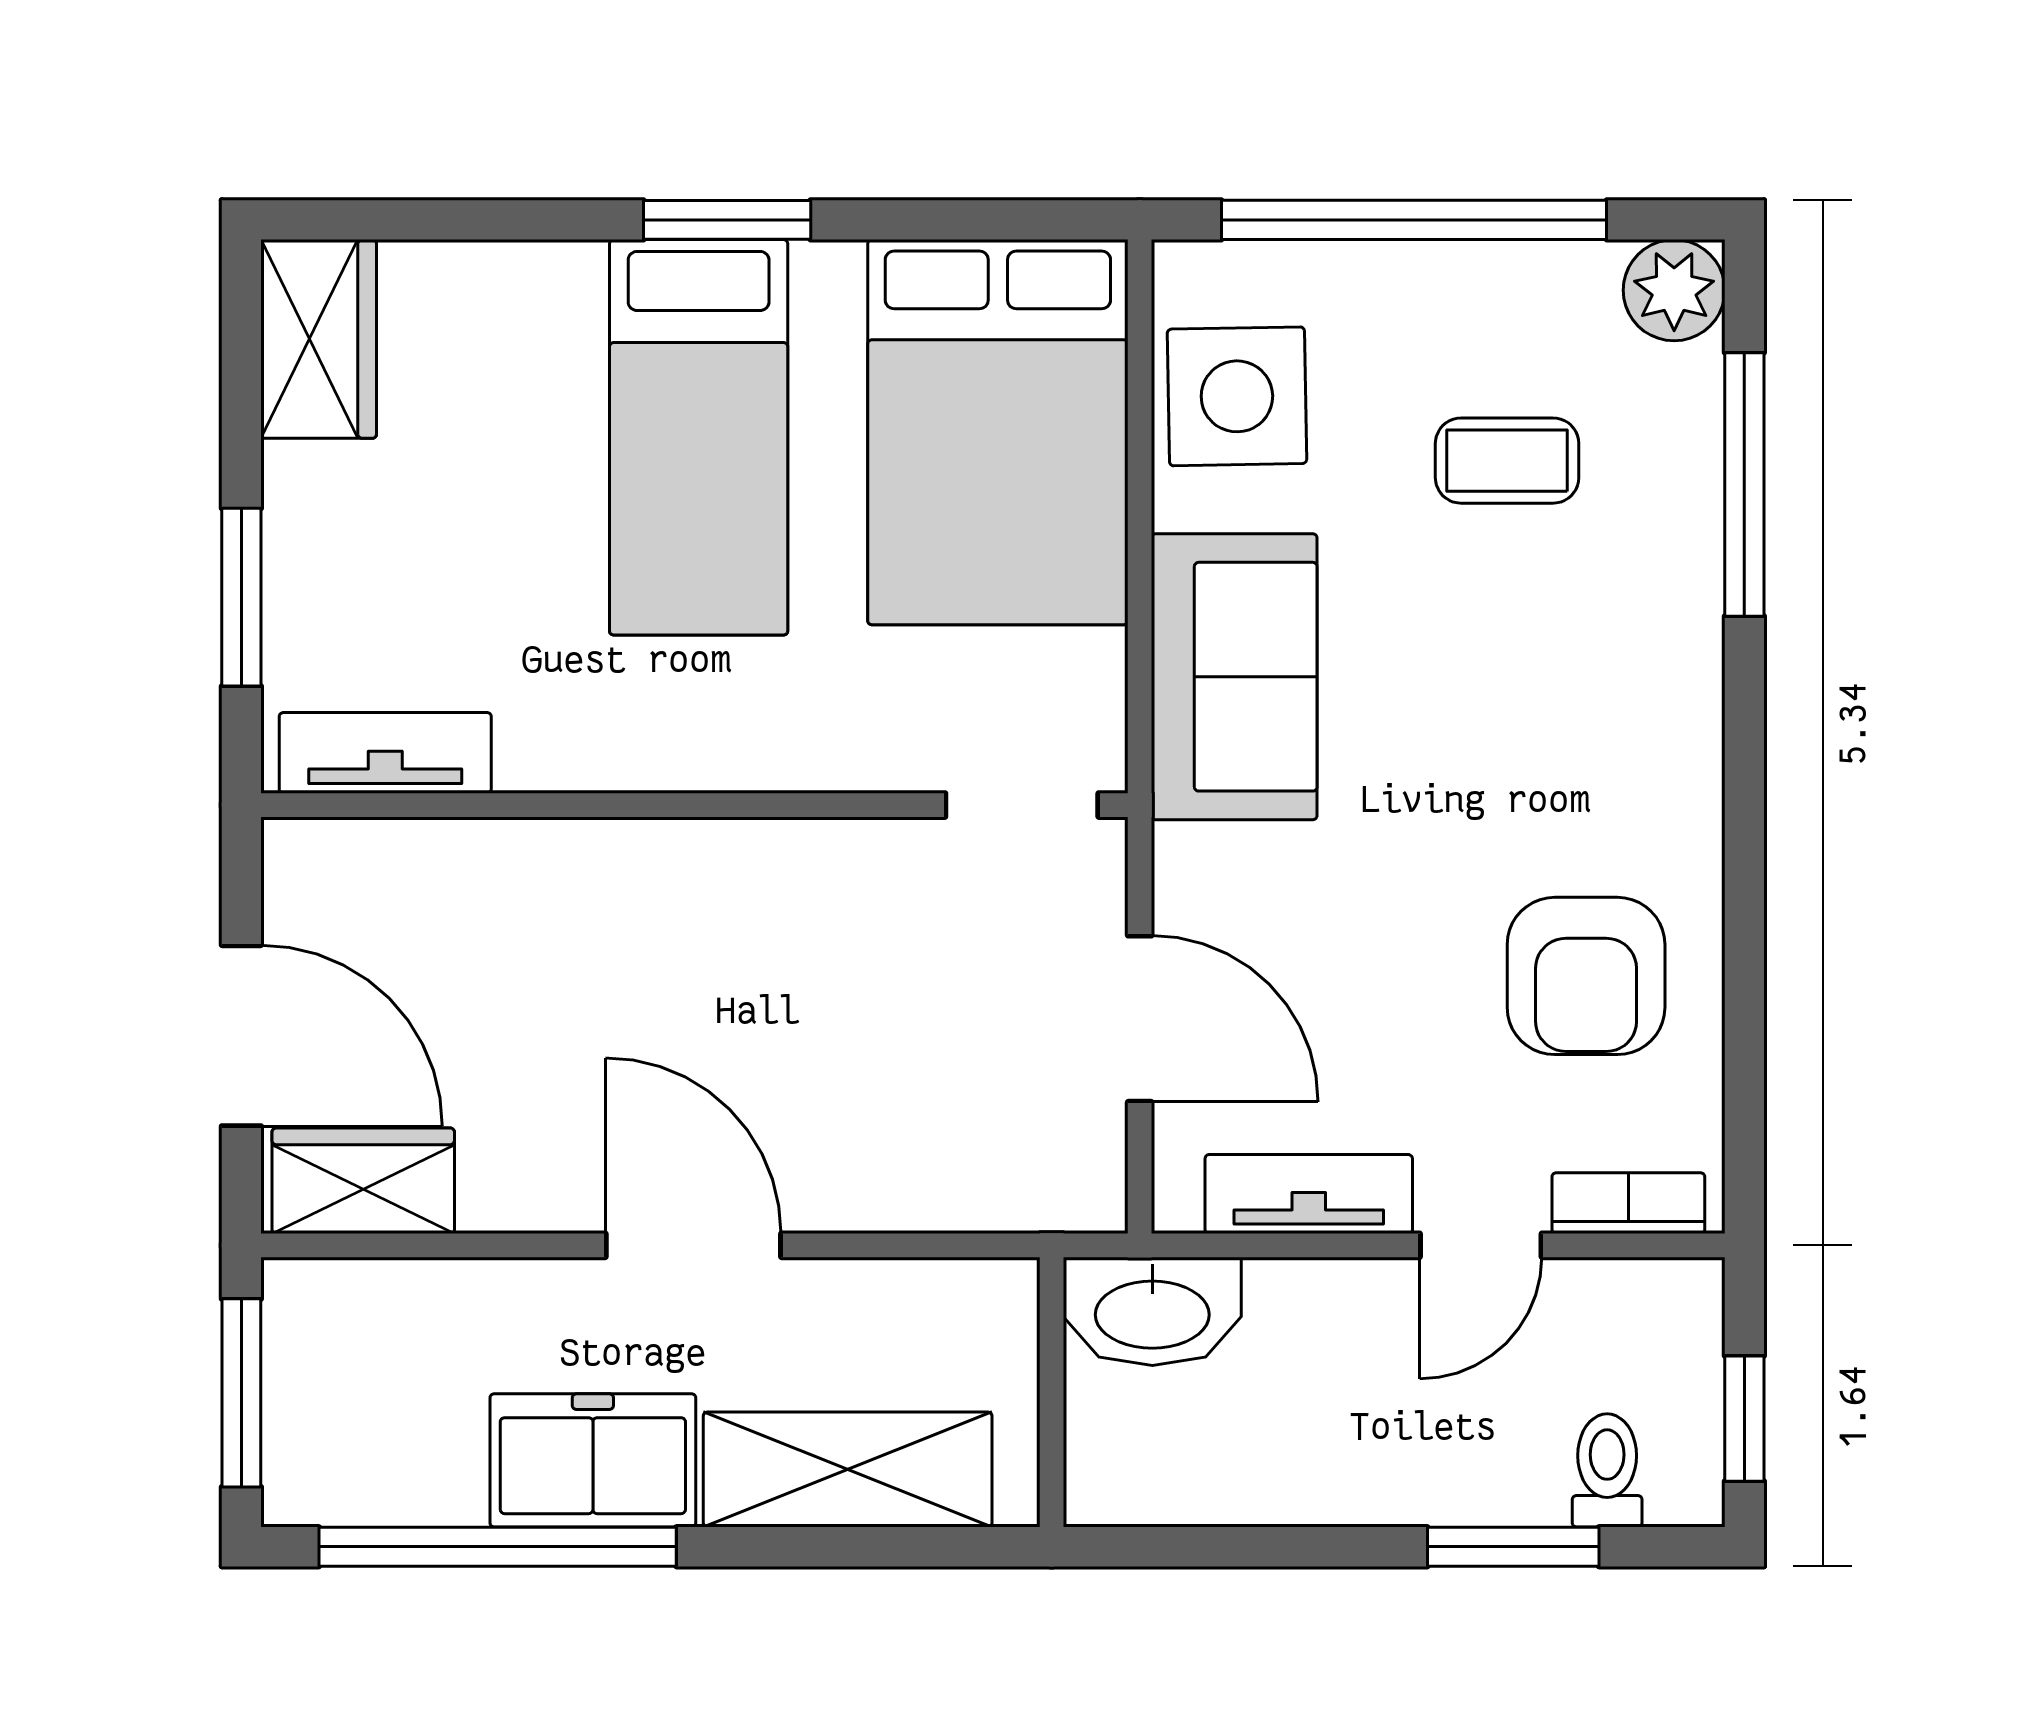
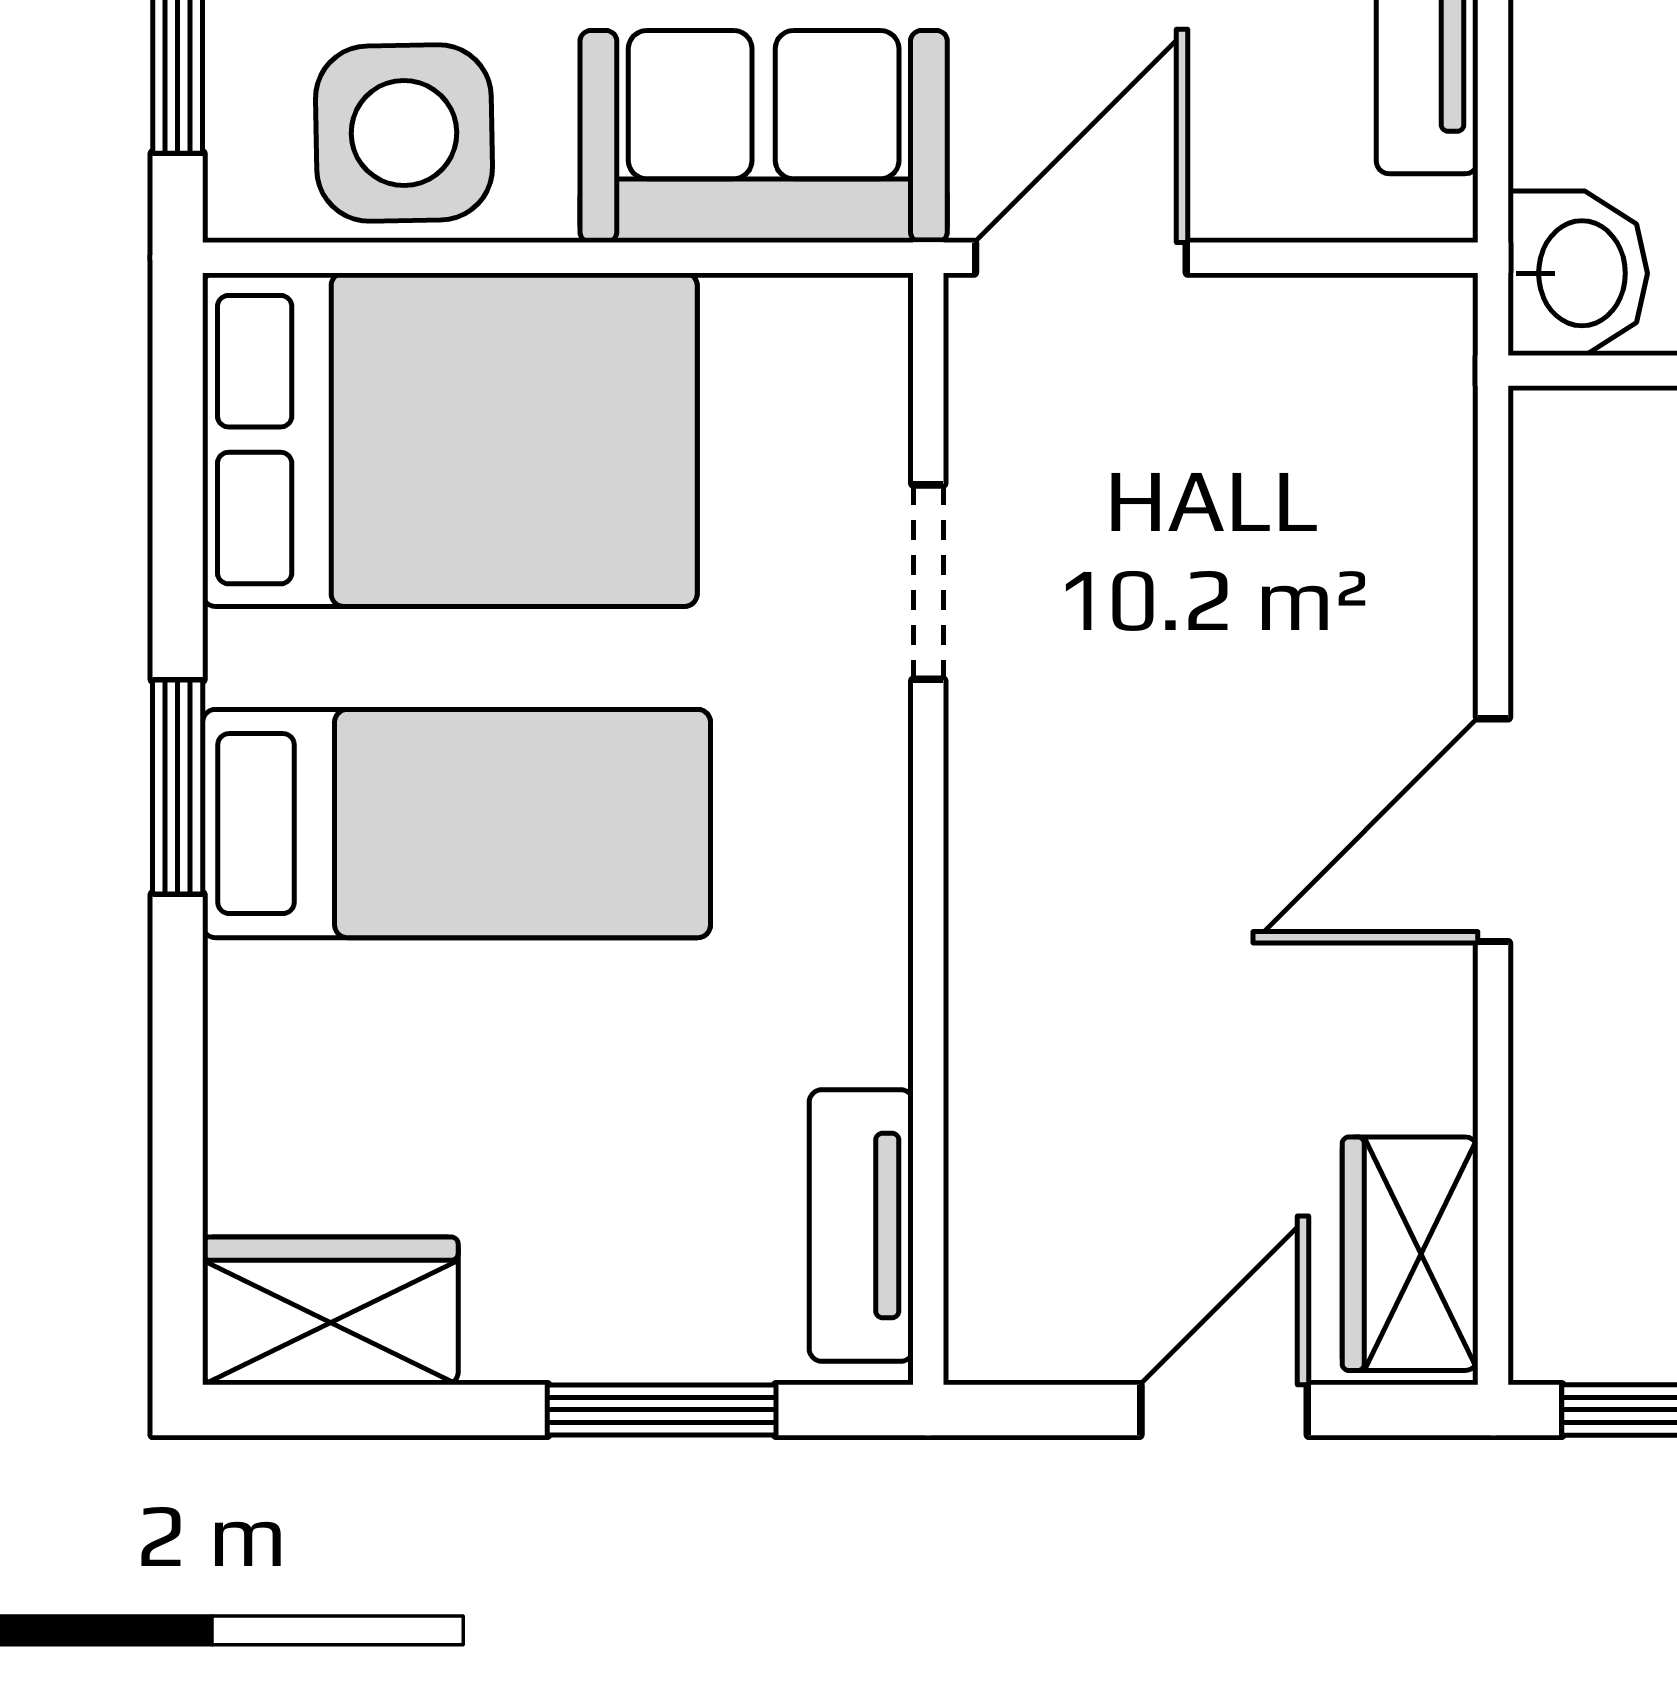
doorway: (1022, 805) -> (928, 582), moved
door: (1140, 1019) -> (1081, 258), moved
door: (241, 1036) -> (1224, 1410), width x0.73
washbasin: (1152, 1311) -> (1578, 273), width x0.72

